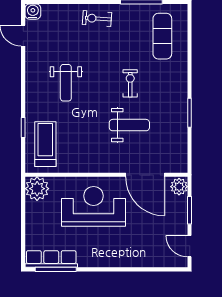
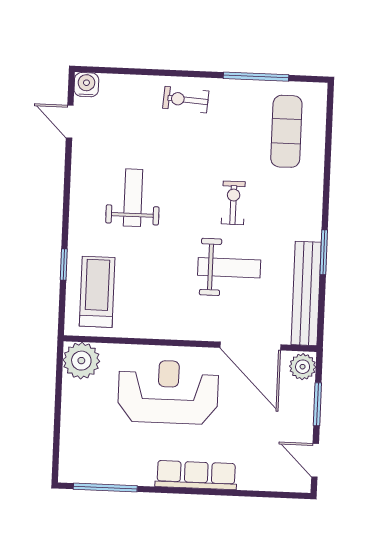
weight bench: (66, 83) -> (133, 198), turned 180
bench: (179, 140) -> (306, 293), added
row of seats: (51, 259) -> (196, 475), moved

